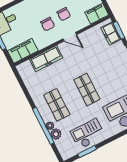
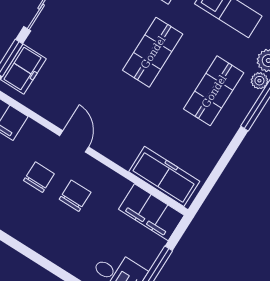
freezer: (46, 58) -> (164, 176), moved

